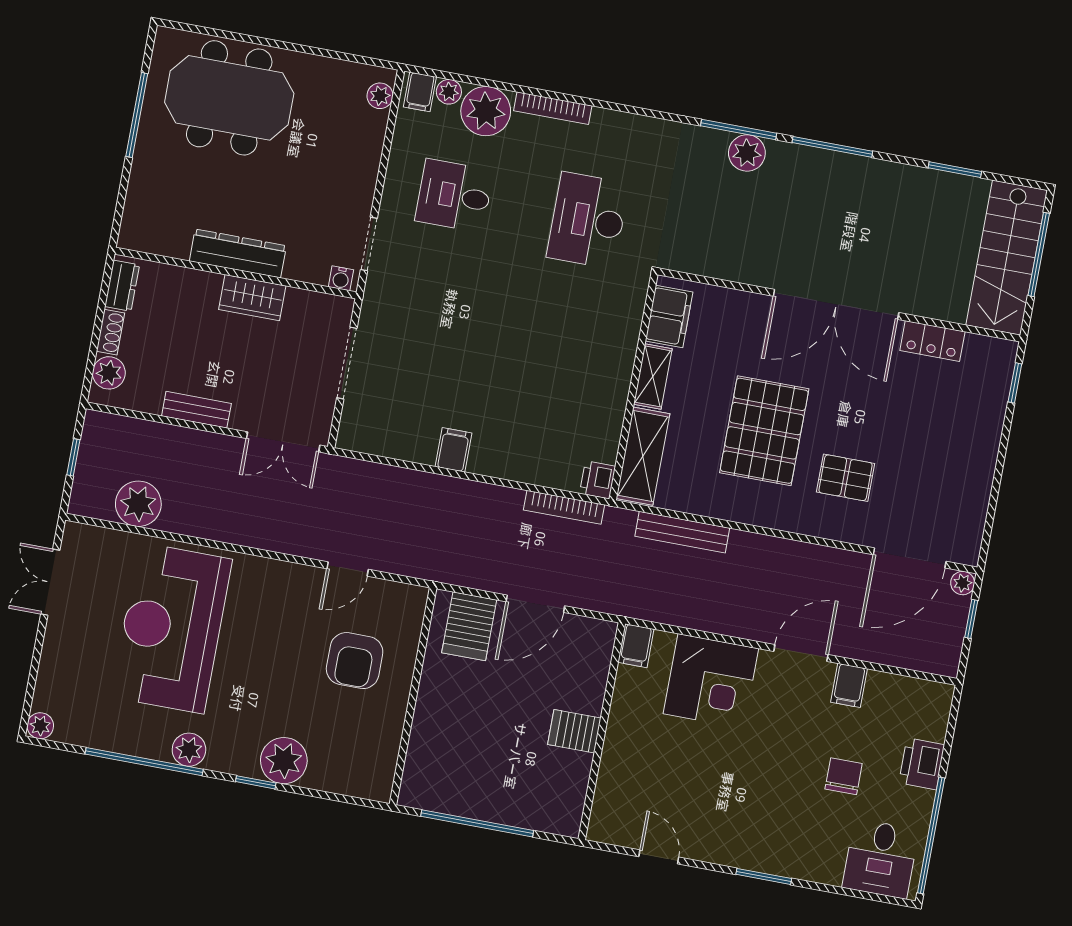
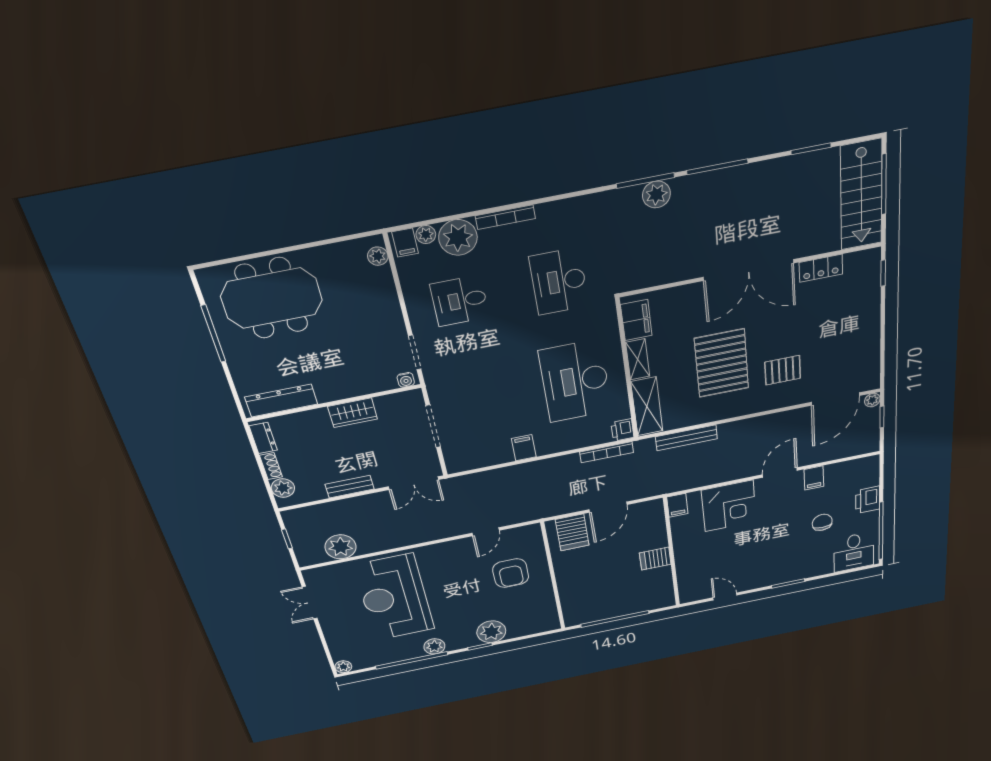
dresser: (238, 253) -> (281, 401), moved
desk: (559, 374) -> (575, 381), added

